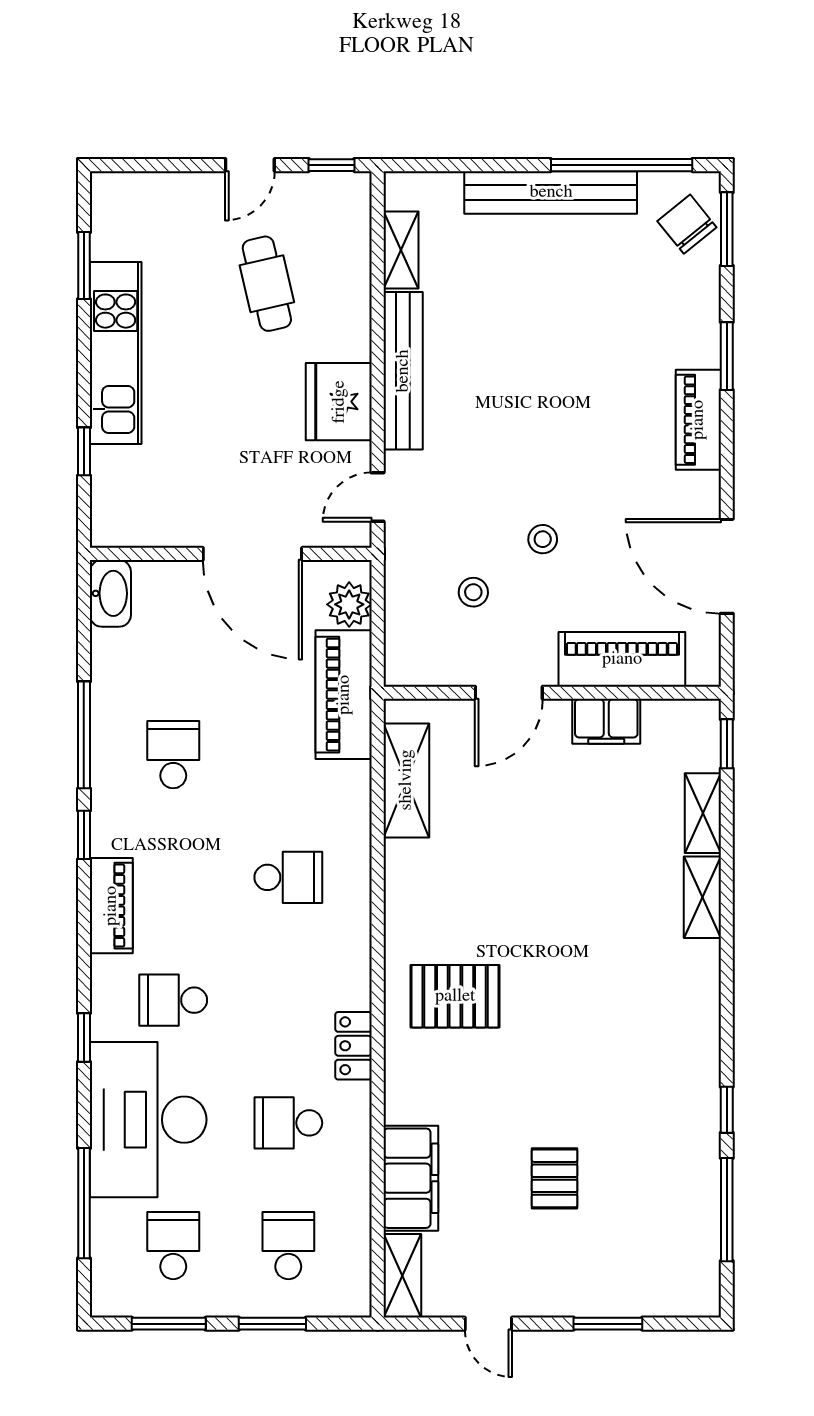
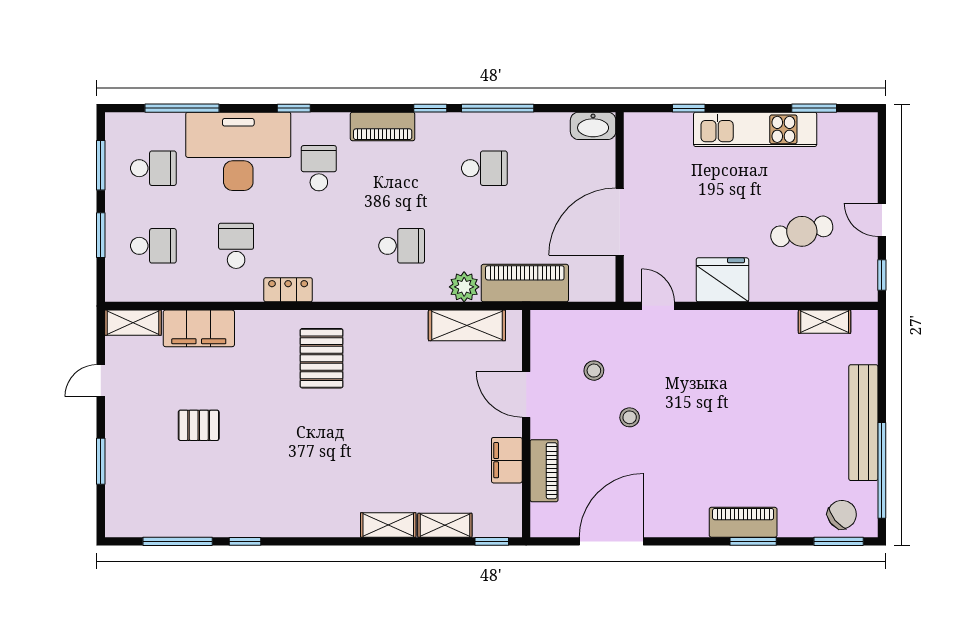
bench: (403, 371) -> (743, 323), removed
piano: (698, 420) -> (743, 522), moved
plant: (349, 604) -> (464, 287), moved
piano: (622, 659) -> (544, 471), width x0.73, depth x0.75
school desk: (288, 877) -> (402, 246), turned -90

